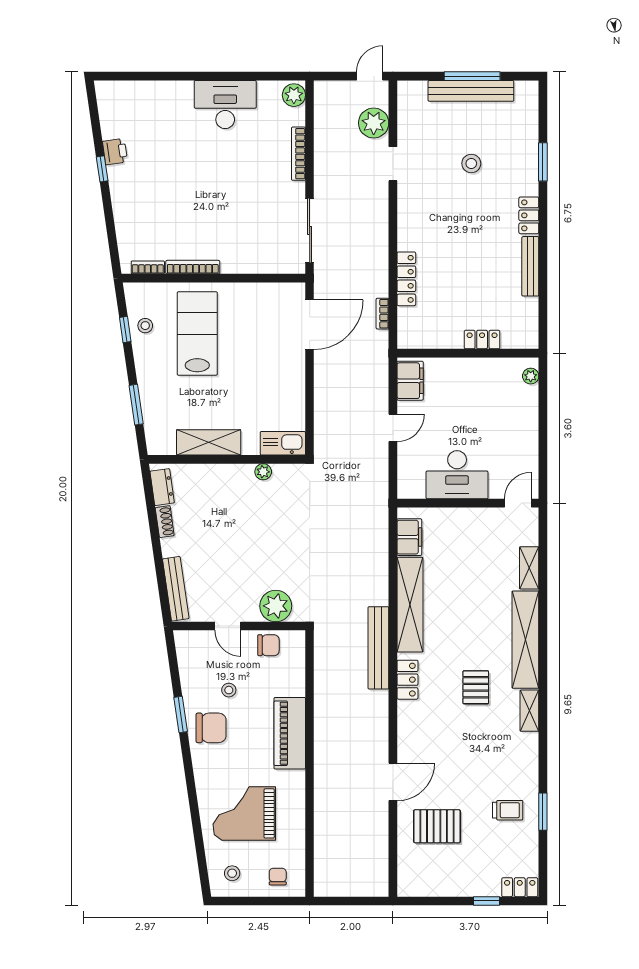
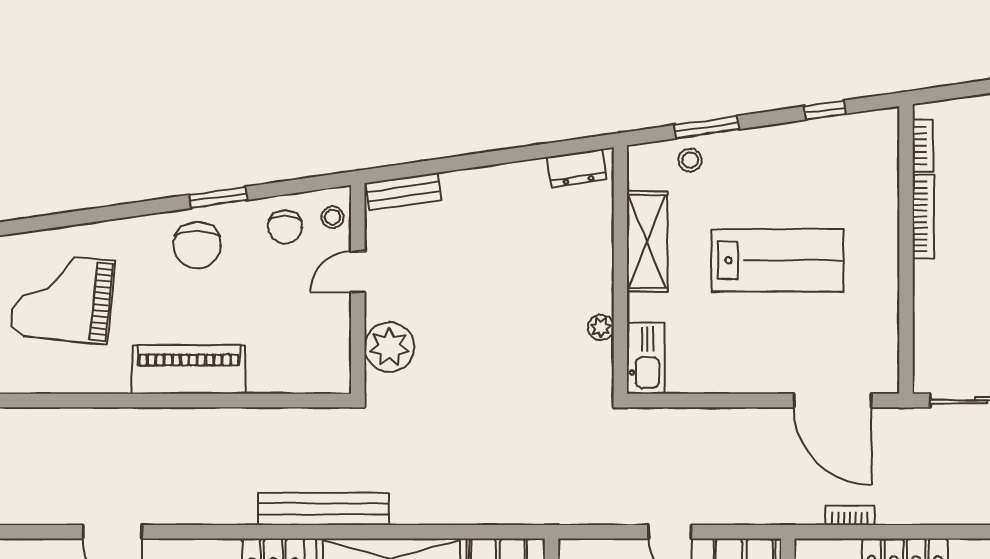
stool: (145, 326) -> (690, 160), moved
lab bench: (197, 333) -> (777, 260), moved
shoe rack: (165, 522) -> (522, 172), removed
bench: (176, 589) -> (403, 191), width x0.73
chair: (268, 645) -> (285, 227), moved
stool: (229, 690) -> (333, 217), moved
grand piano: (244, 813) -> (62, 298), turned -84

